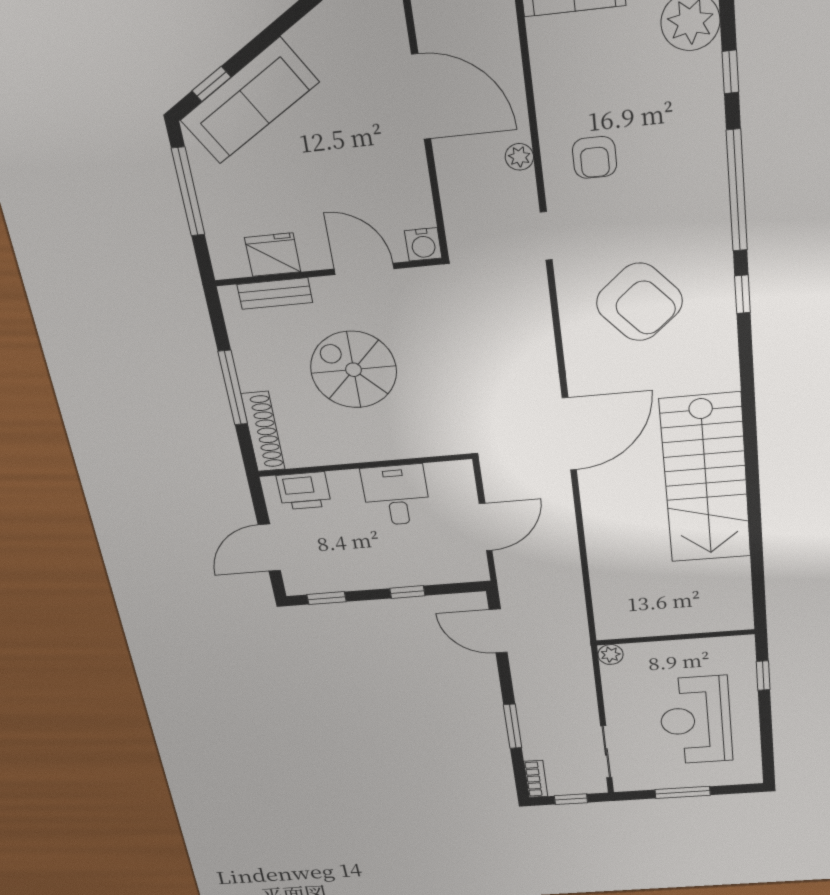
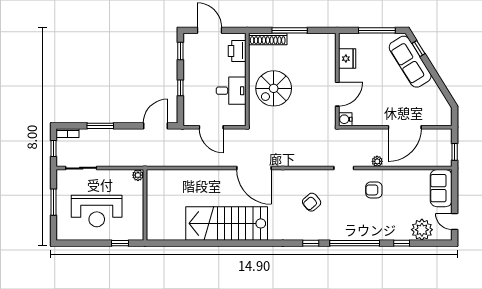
bench: (275, 293) -> (330, 56), removed
armchair: (639, 302) -> (312, 202), width x0.53, depth x0.53
spiral stairs: (354, 370) -> (274, 88), moved, turned 180
reception desk: (696, 720) -> (97, 211), turned 180

